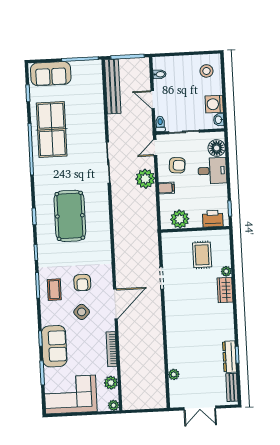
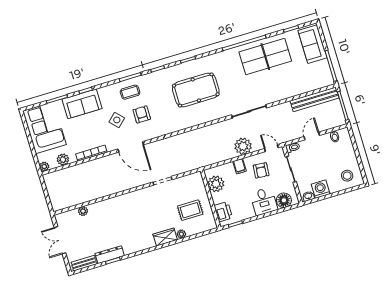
armchair: (82, 283) -> (142, 114), turned 90

